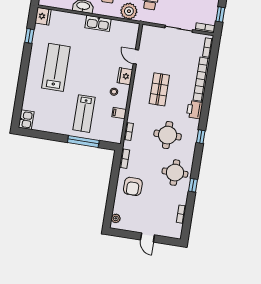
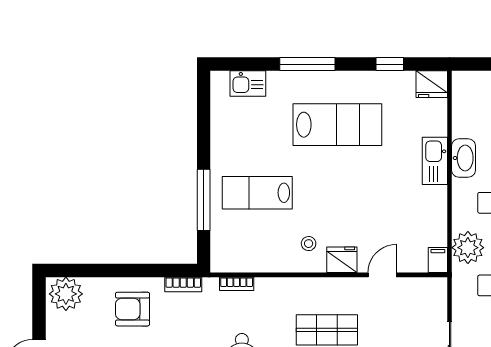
kitchen sink: (98, 23) -> (435, 161), moved
window: (23, 78) -> (307, 64), added
filing cabinet: (119, 113) -> (438, 260), moved
kitchen sink: (26, 120) -> (248, 83), moved
plant: (116, 218) -> (66, 294), width x1.88, depth x1.88

